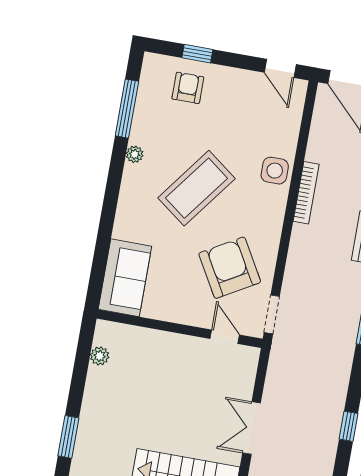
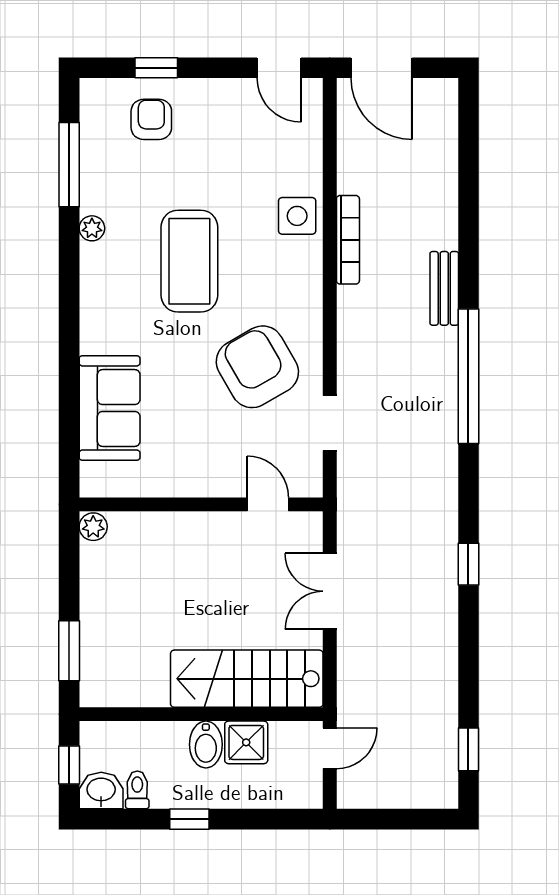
coffee table: (196, 188) -> (189, 261), turned -37
wall: (180, 329) -> (201, 504), moved
door: (225, 337) -> (268, 504), moved

